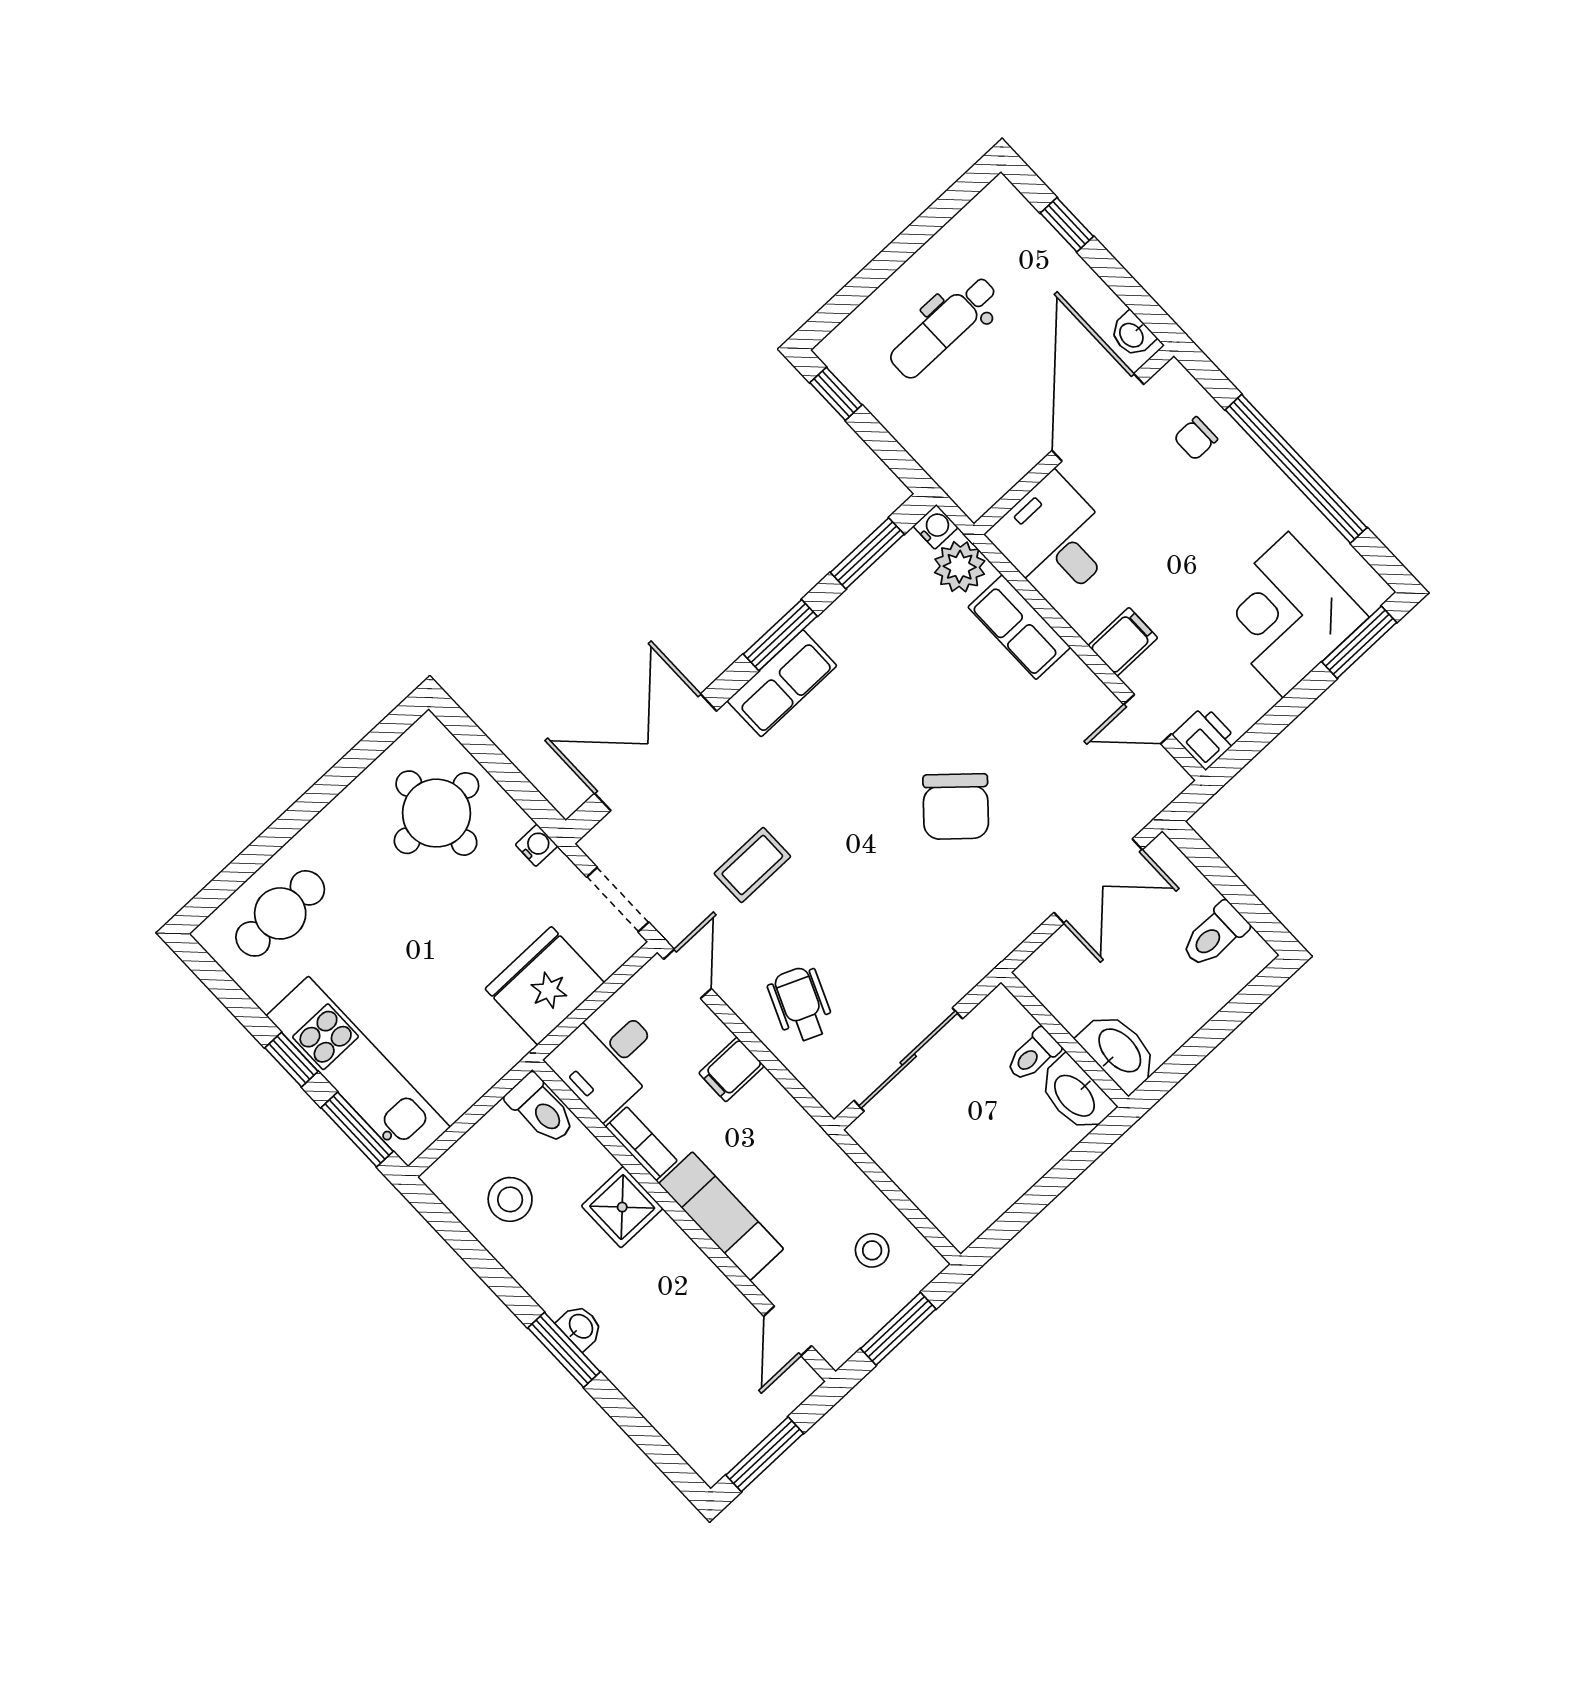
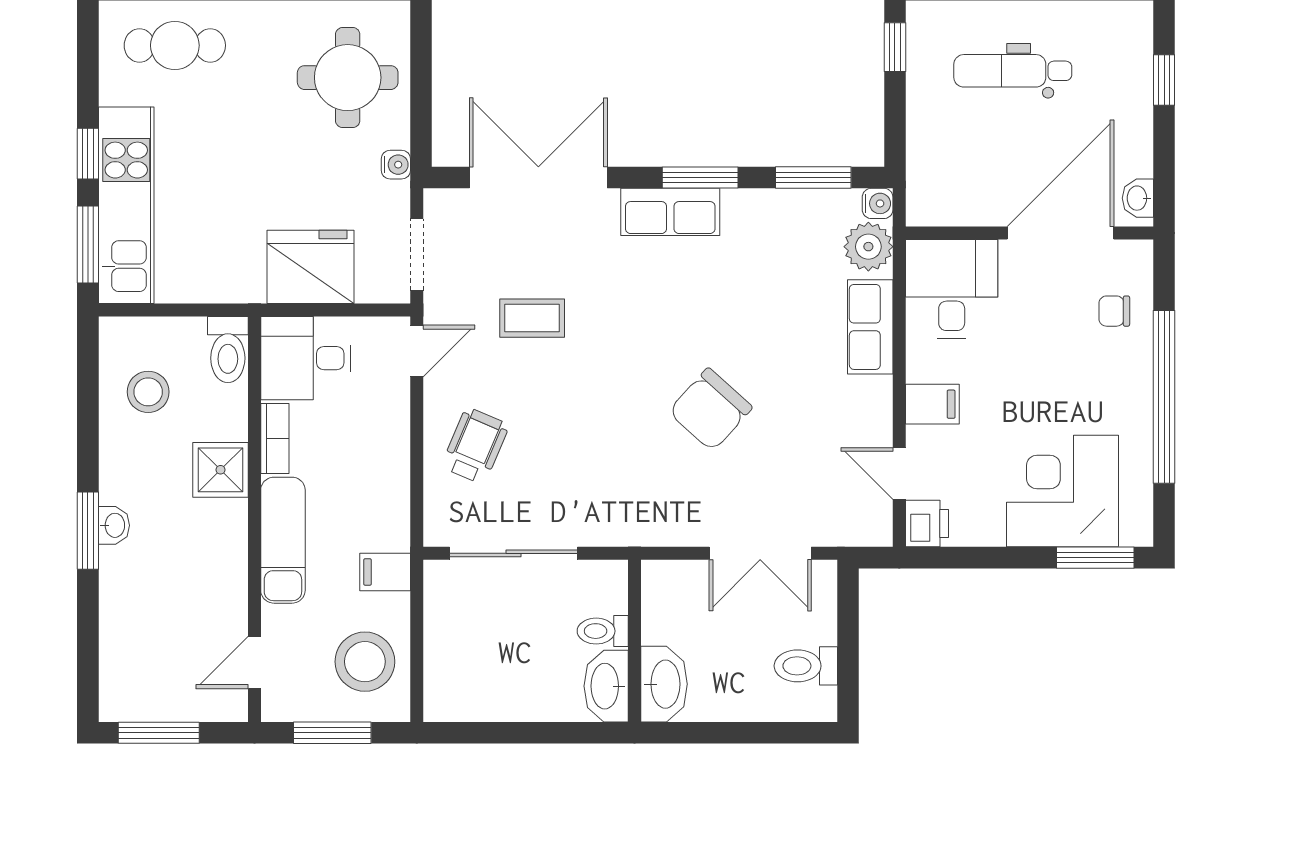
filing cabinet: (731, 1069) -> (385, 572), moved
stool: (872, 1250) -> (365, 662), width x1.89, depth x1.89

